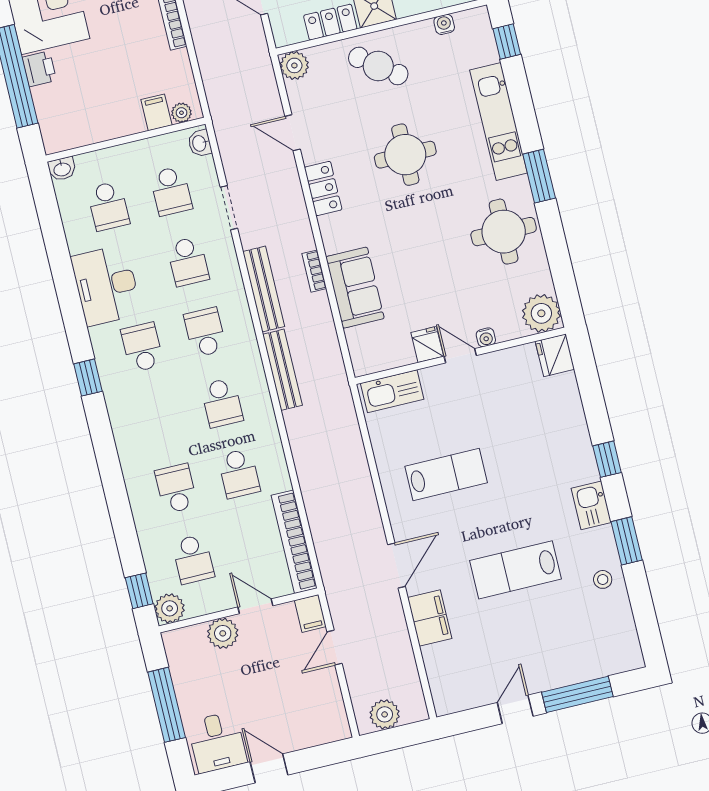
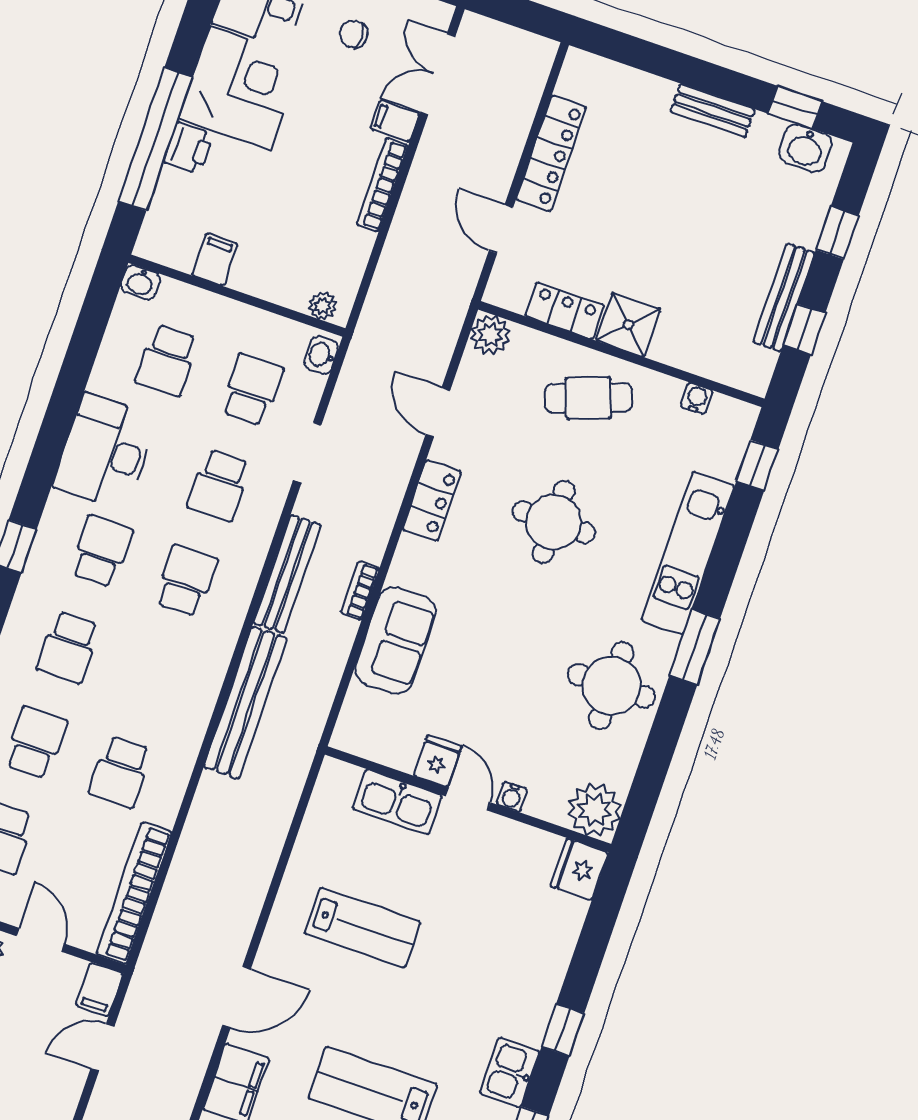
cafe table: (378, 66) -> (588, 398), turned -57
filing cabinet: (156, 112) -> (215, 260), moved
school desk: (171, 191) -> (252, 390), turned 180
bench: (282, 370) -> (245, 703), width x1.37, depth x1.21
kitchen sink: (392, 391) -> (397, 802), moved
school desk: (222, 403) -> (68, 647), moved

